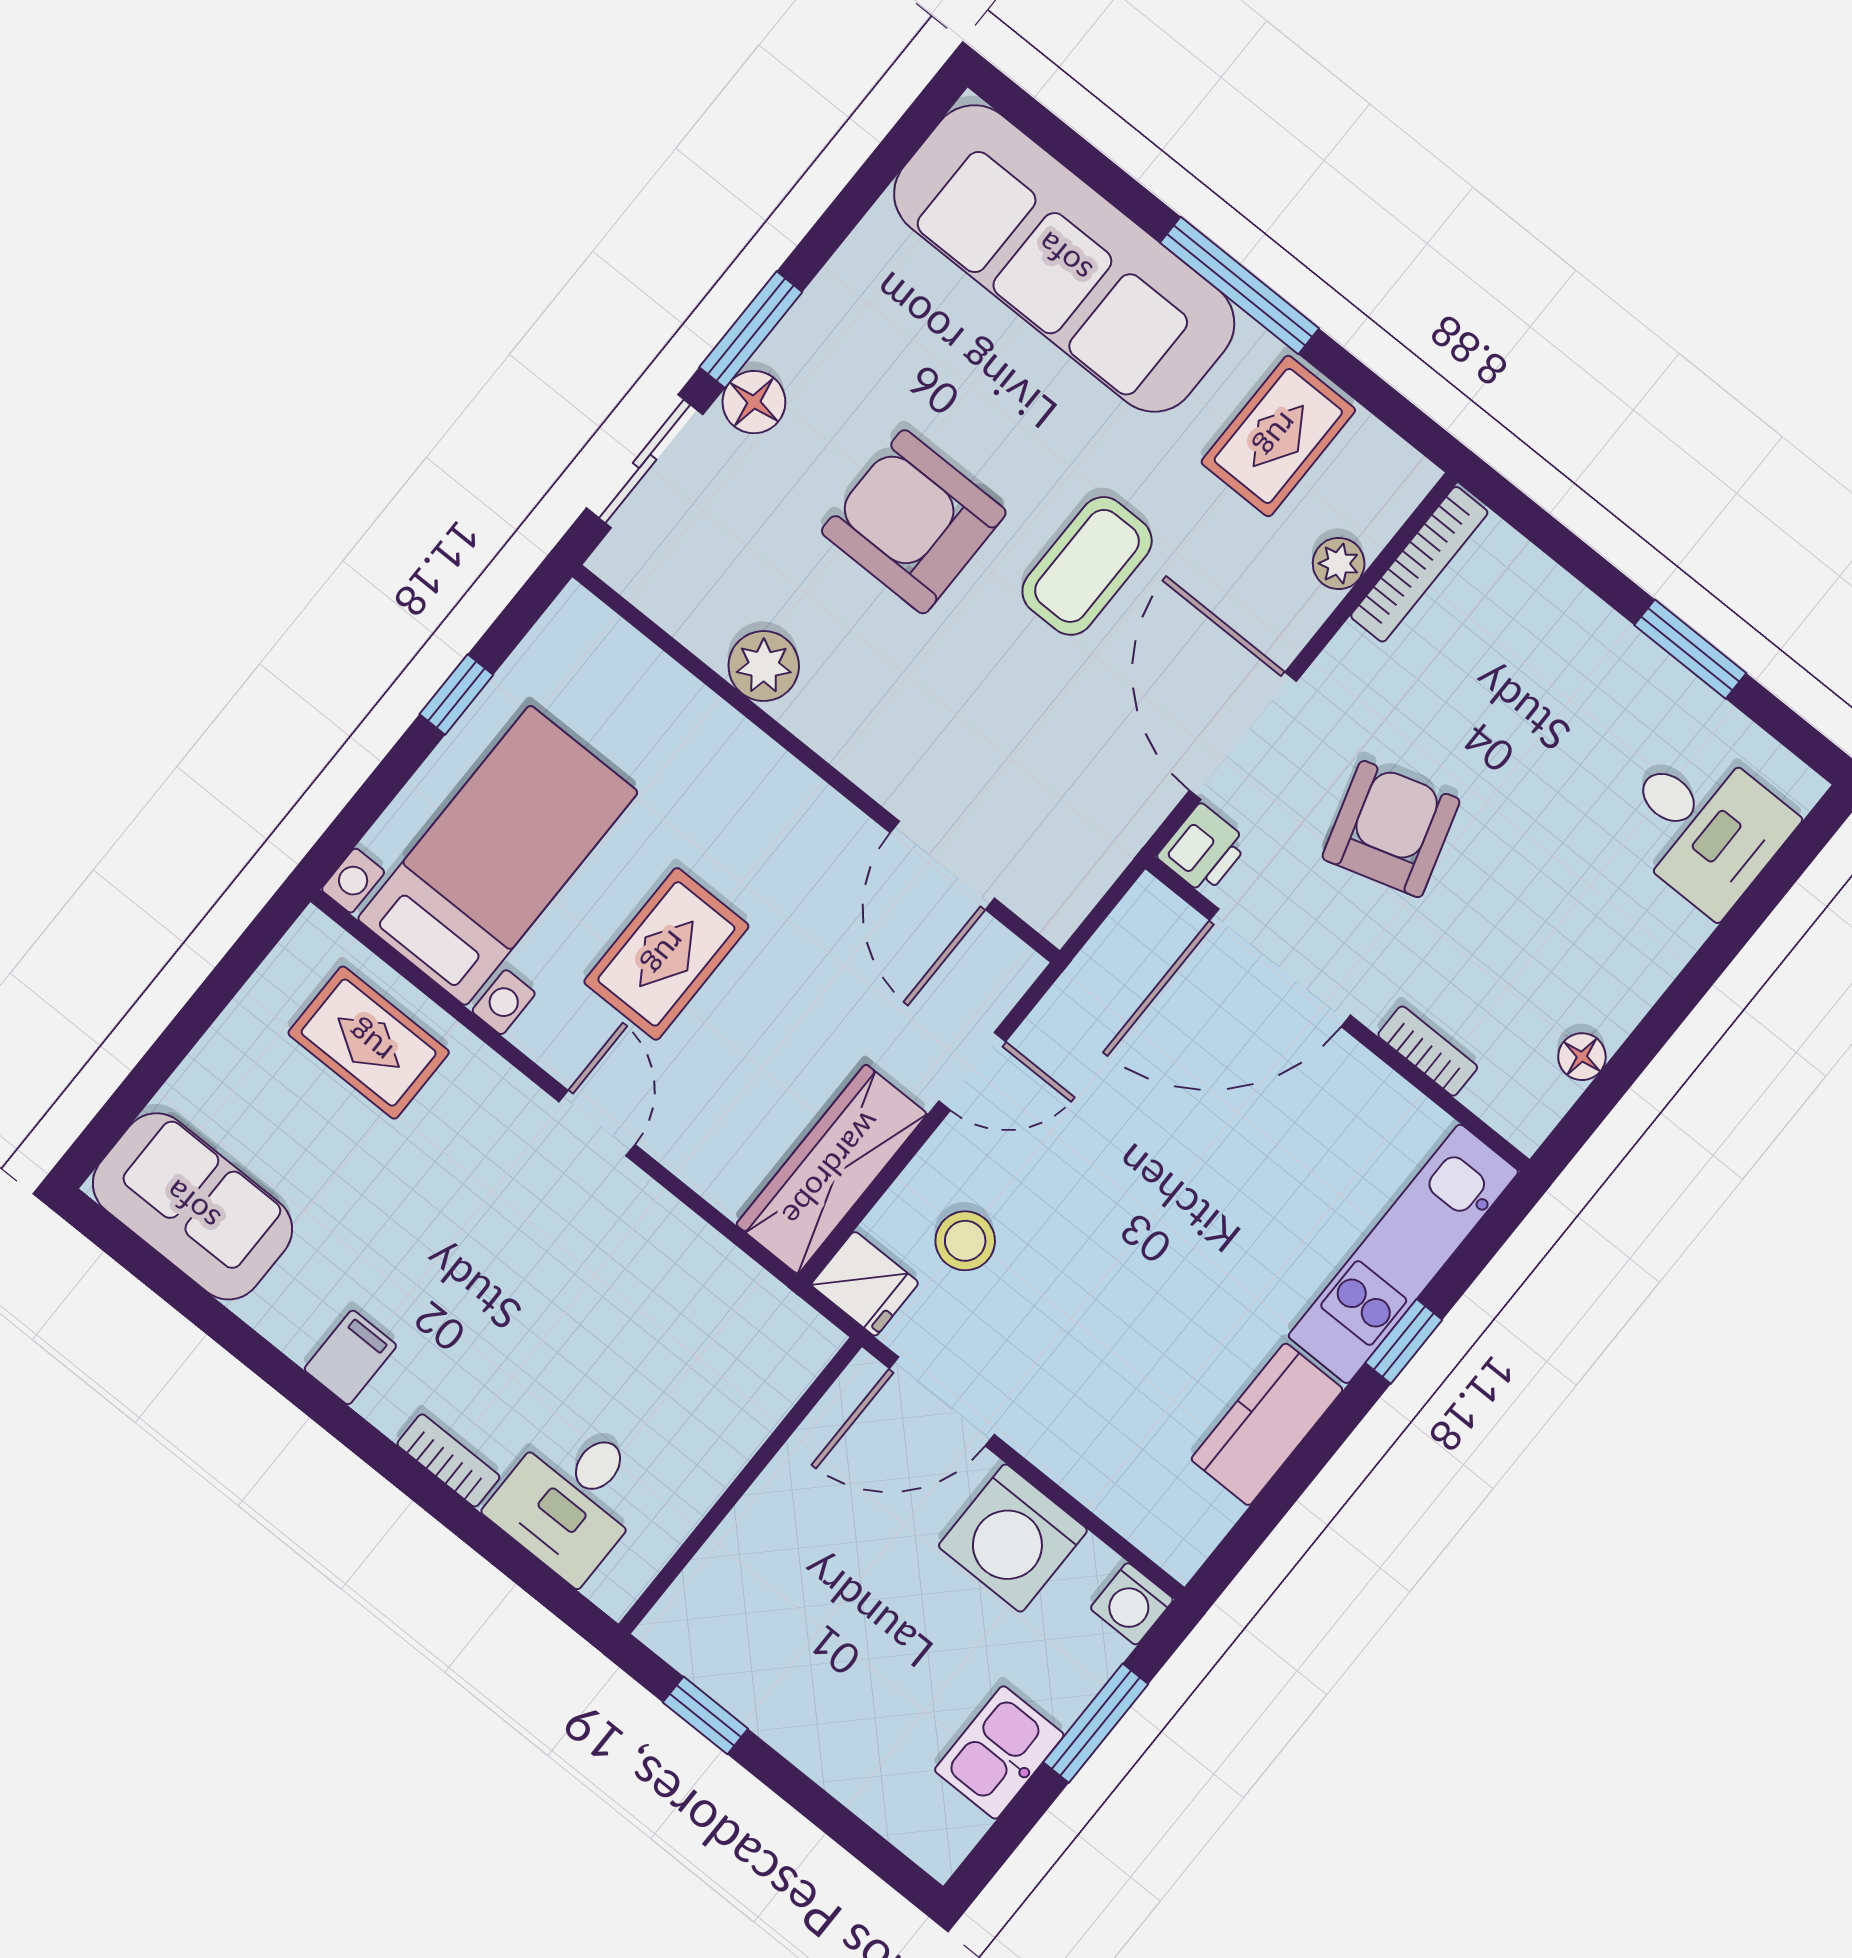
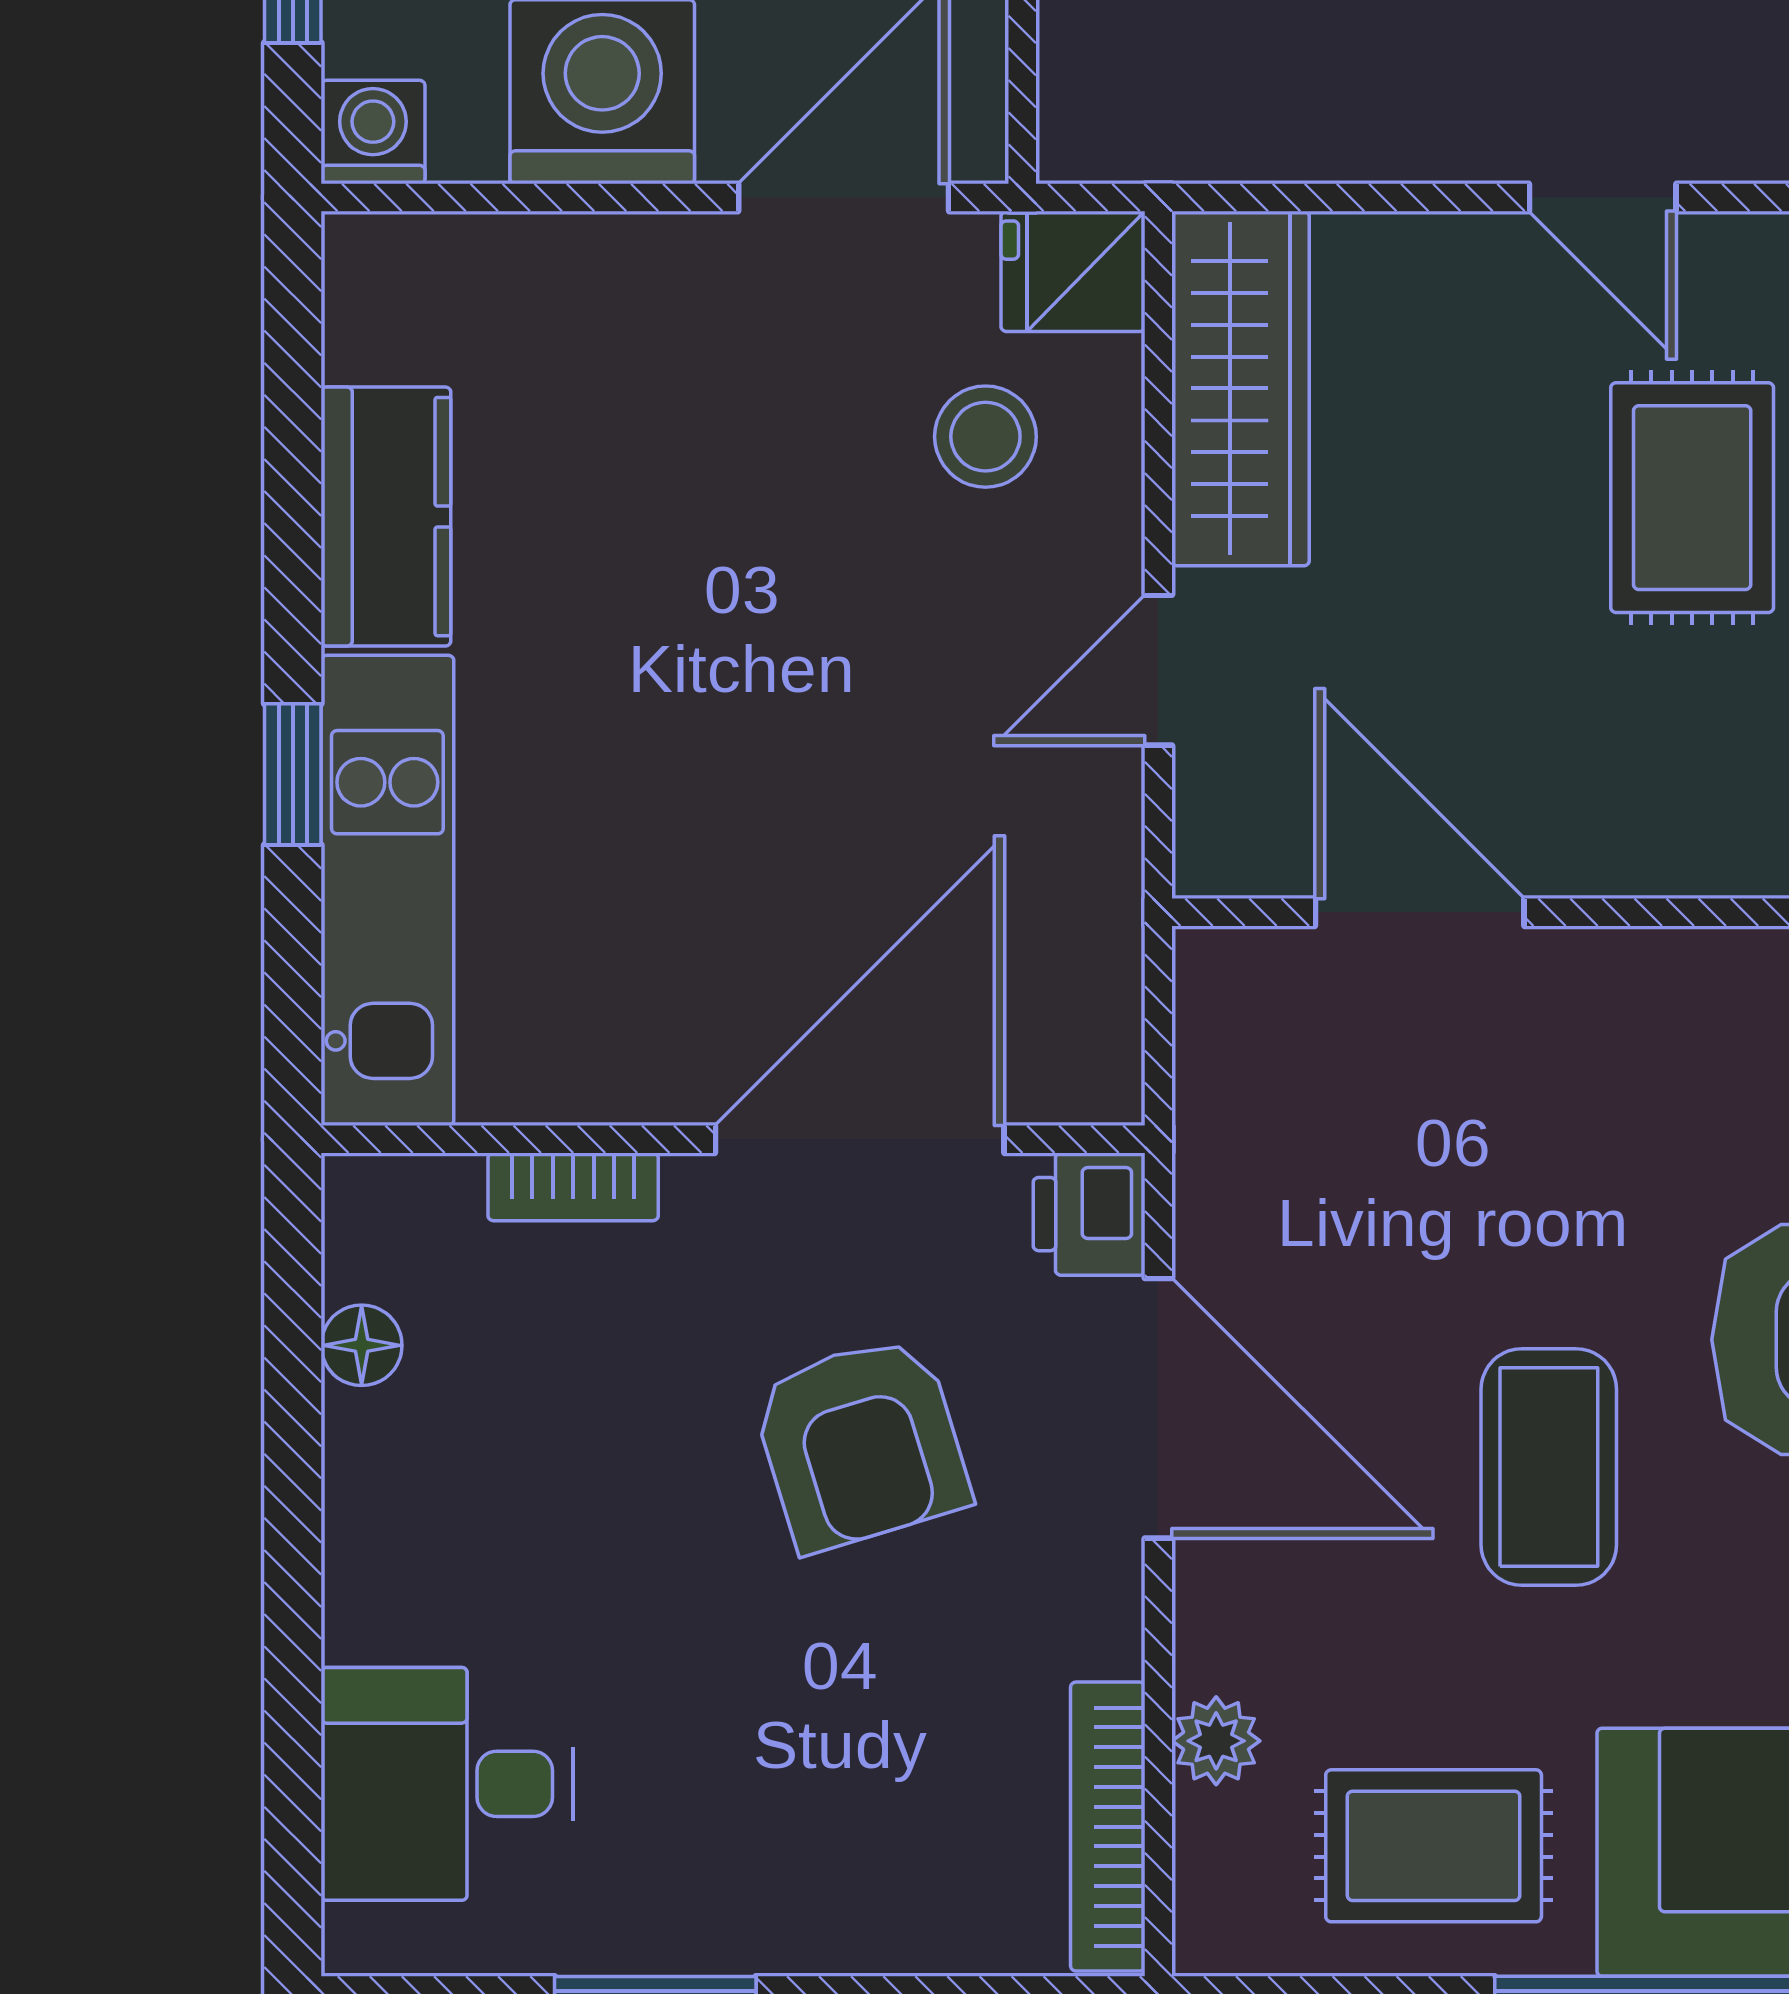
rug: (1278, 436) -> (1434, 1846), turned 90

